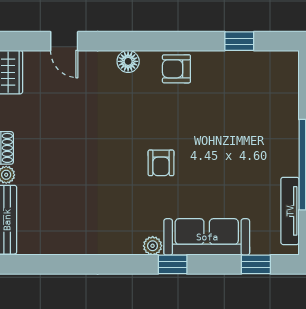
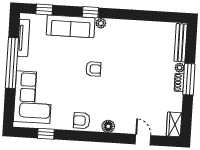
armchair: (176, 69) -> (82, 121), turned 180
corner sofa: (266, 106) -> (33, 97), added
armchair: (161, 163) -> (93, 69), turned 90

